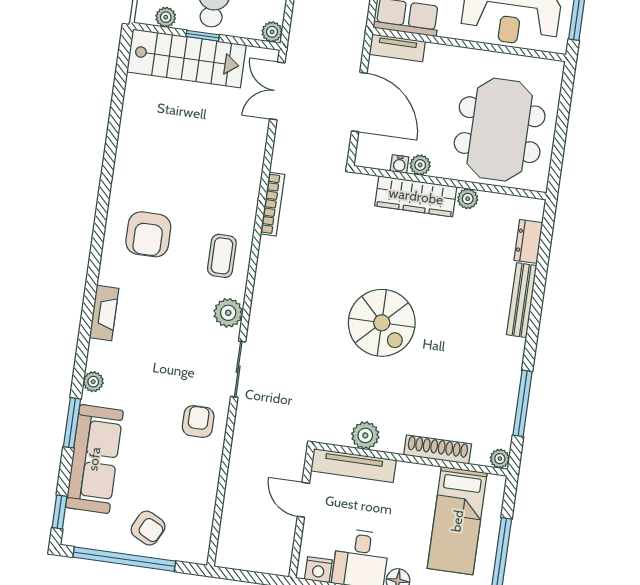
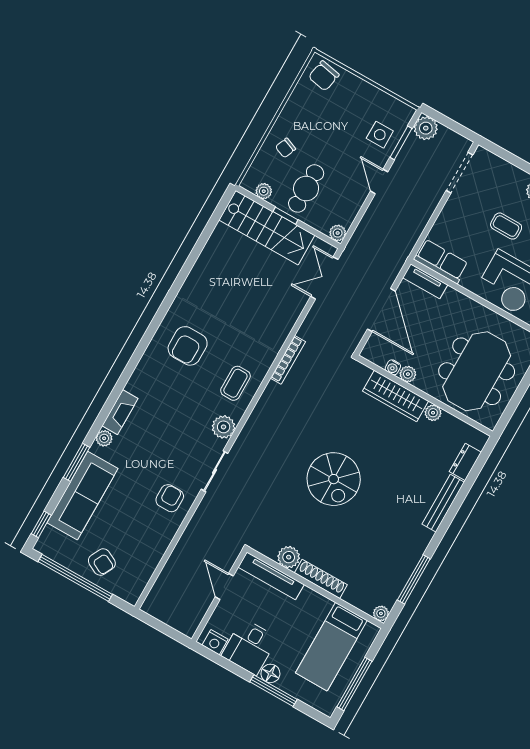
fireplace: (104, 313) -> (120, 412), moved
shoe rack: (438, 449) -> (321, 579), moved

